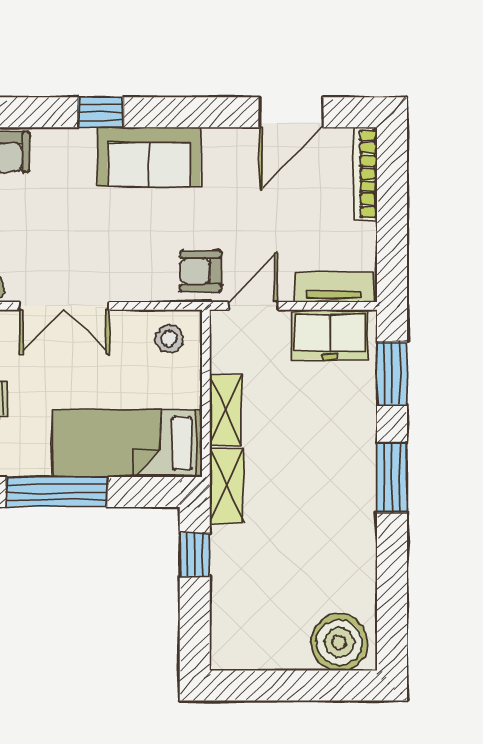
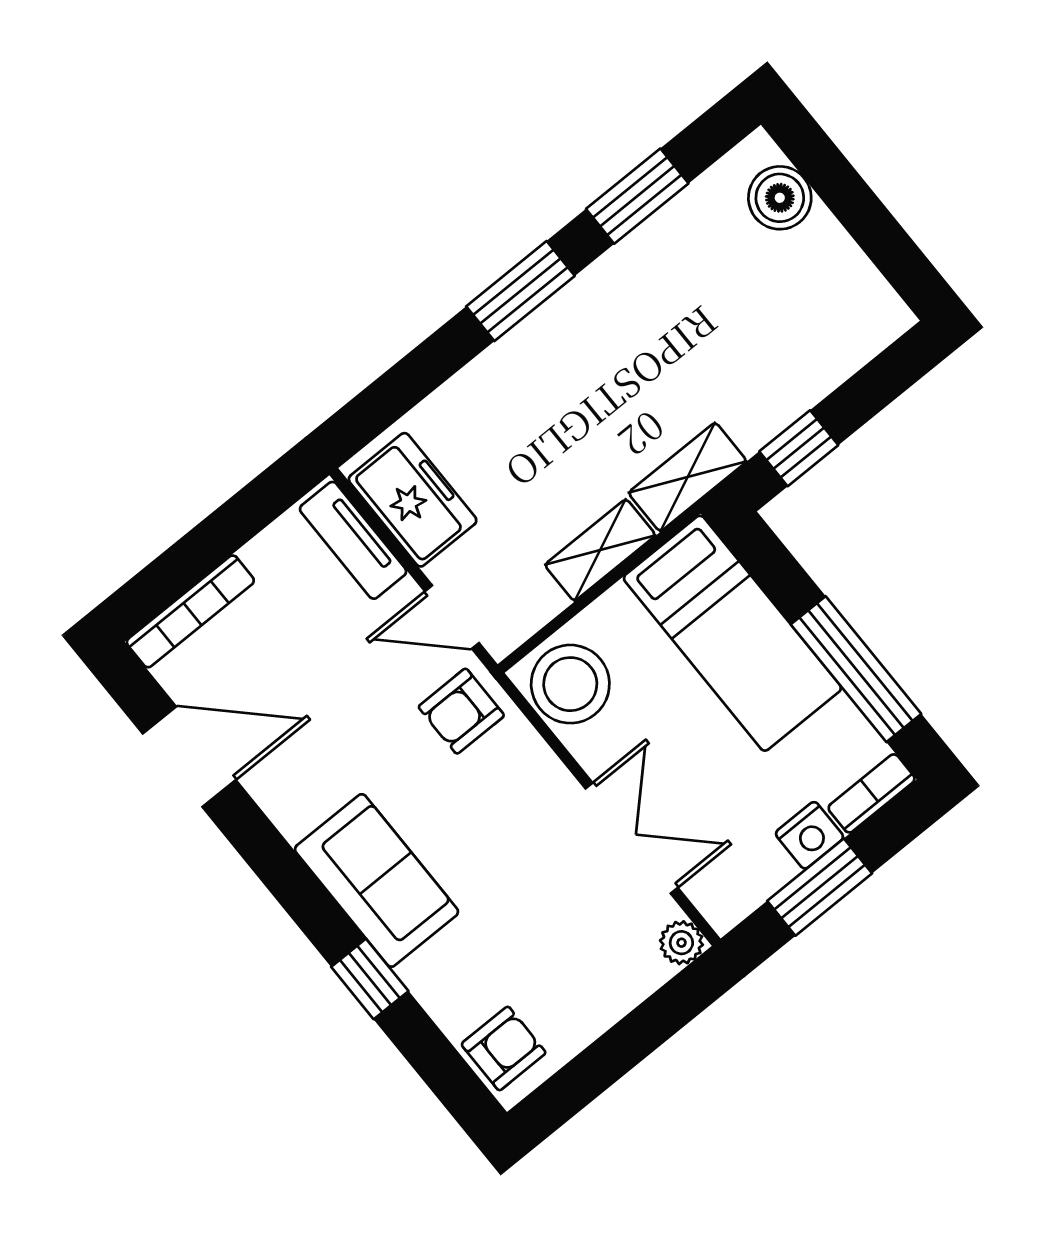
armchair: (201, 271) -> (461, 711), turned 90
stool: (169, 339) -> (570, 684), width x1.89, depth x1.89
window: (392, 373) -> (637, 196), moved
boiler: (339, 642) -> (780, 198), width x0.73, depth x0.73

